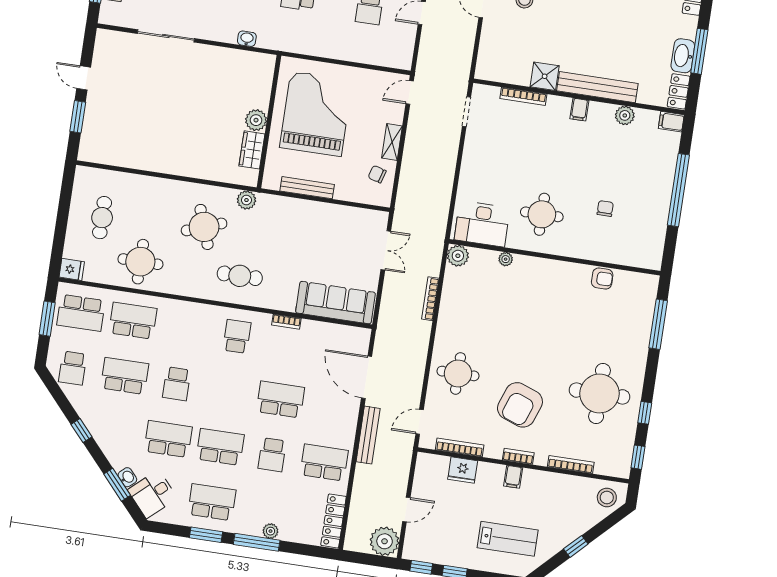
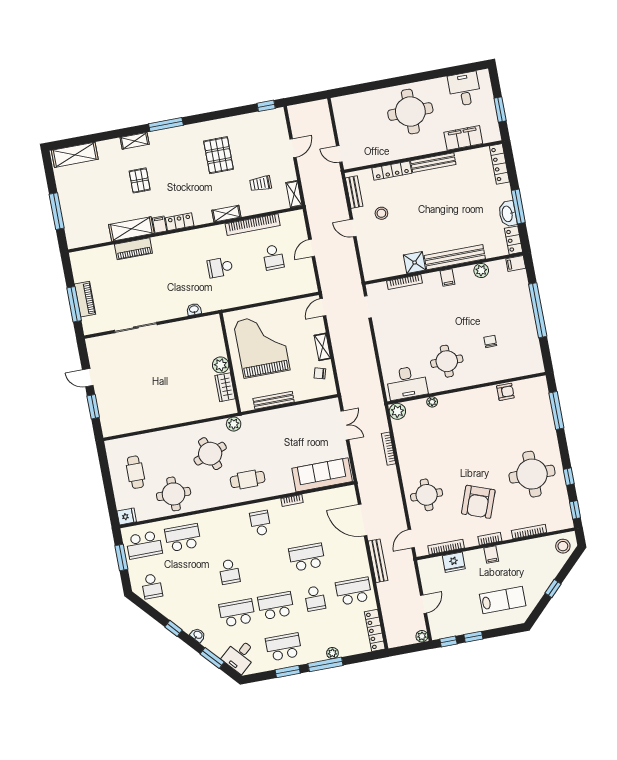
school desk: (125, 376) -> (191, 579), removed
washbasin: (127, 477) -> (198, 635), moved
plant: (385, 541) -> (422, 636), width x0.53, depth x0.53

